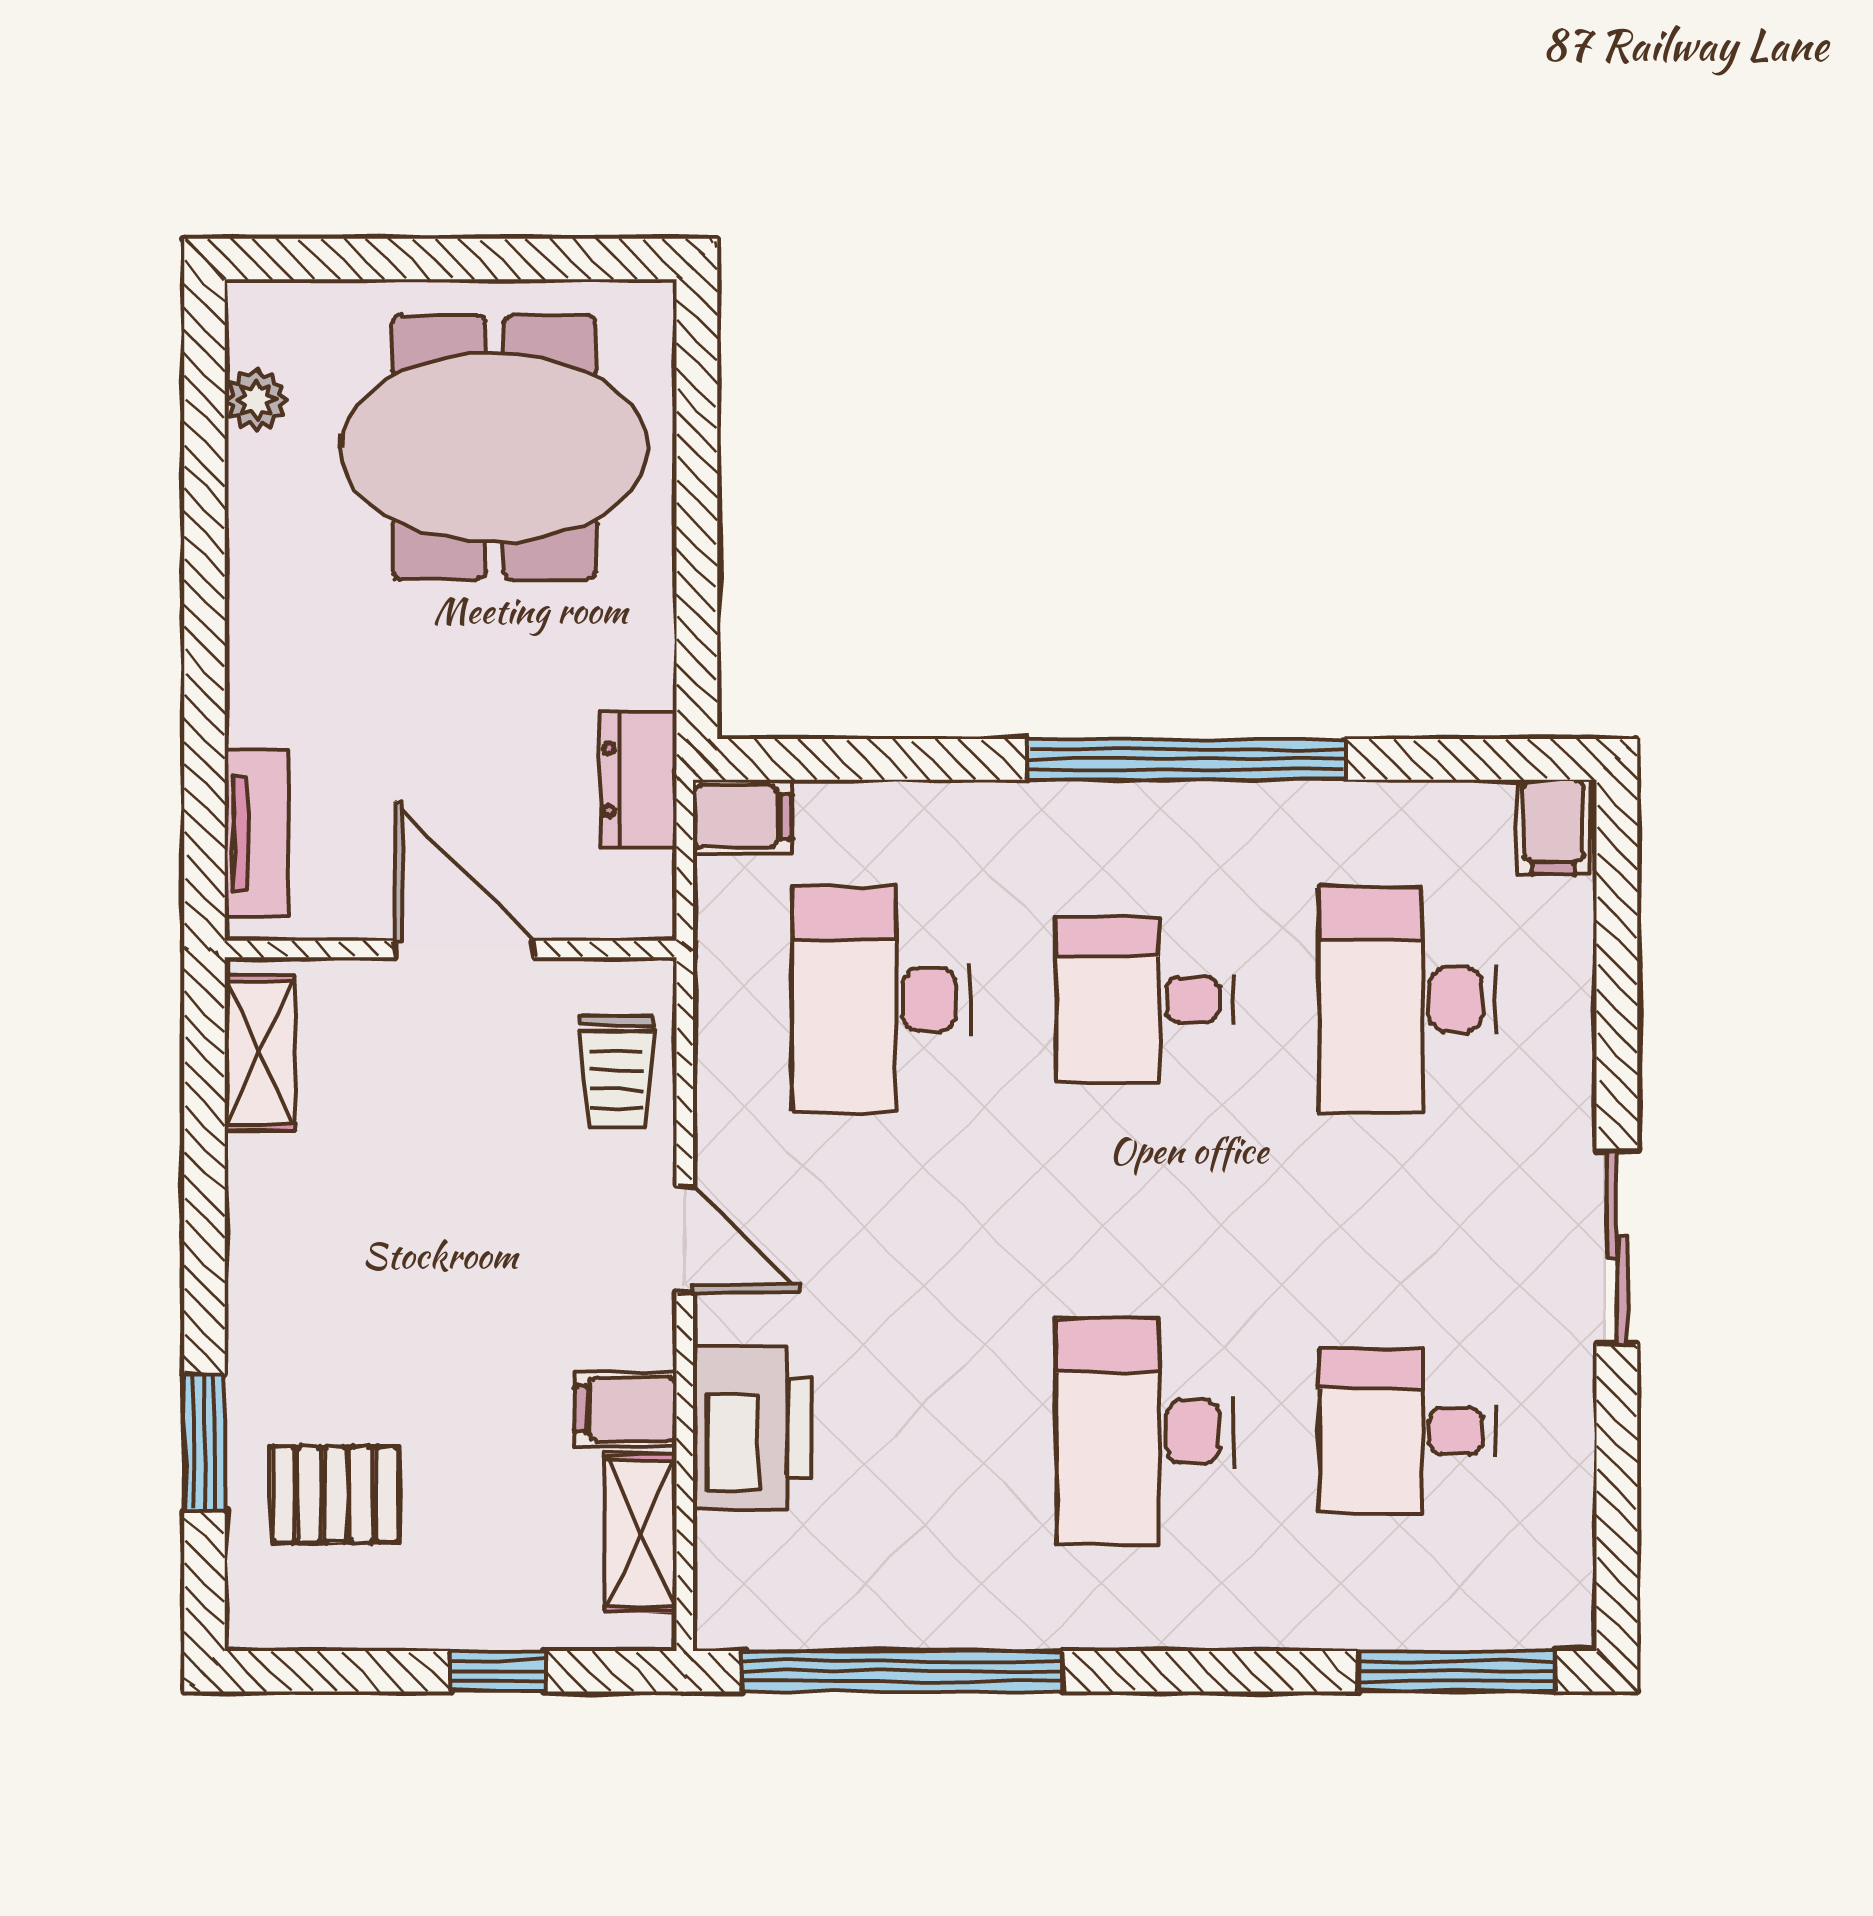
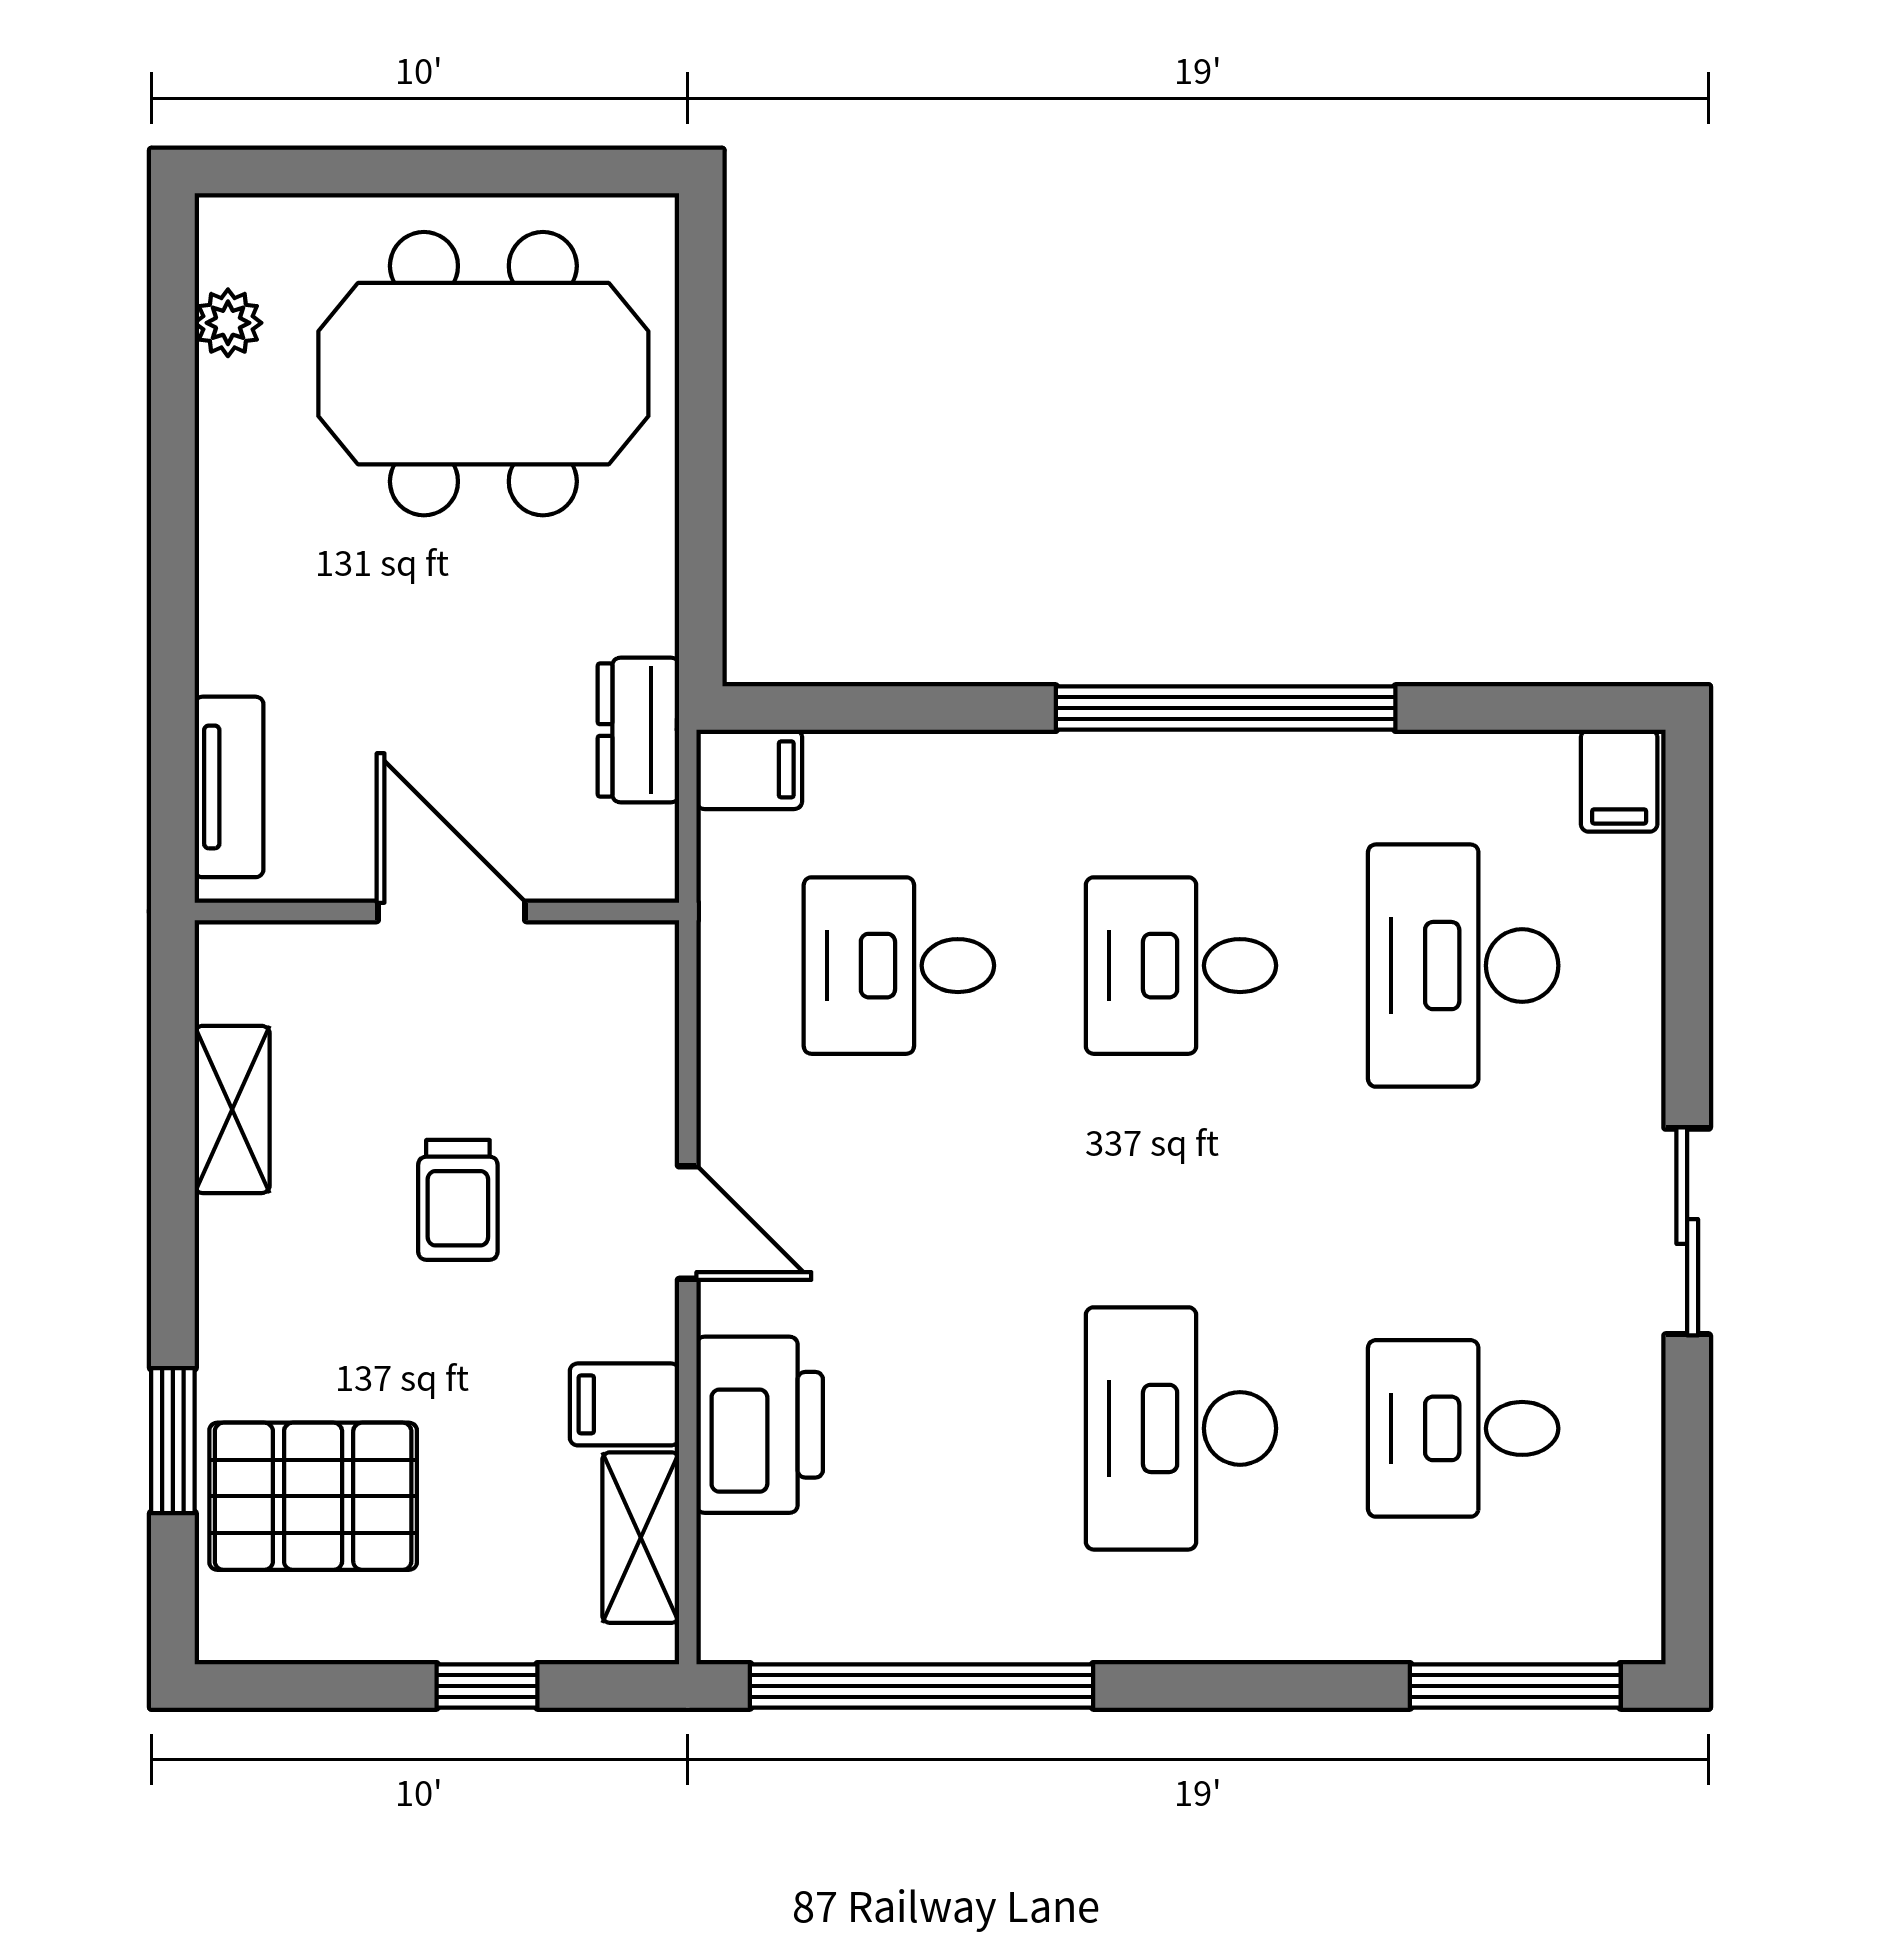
desk: (882, 999) -> (899, 966), width x0.73
shelving: (260, 1053) -> (232, 1109), moved
trolley: (617, 1072) -> (458, 1200), moved
pallet: (335, 1494) -> (313, 1496), width x1.50, depth x1.42

